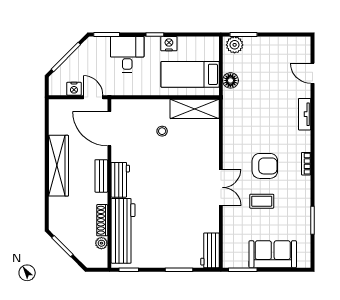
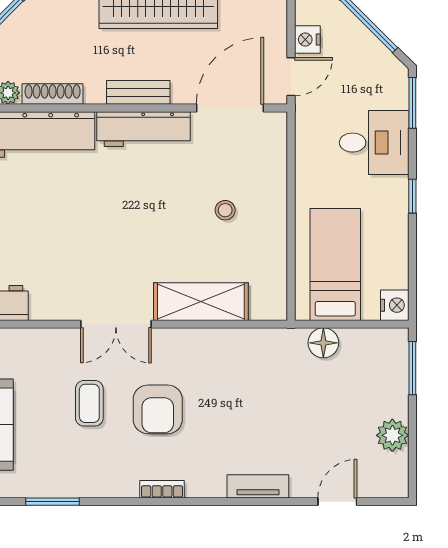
nightstand: (169, 44) -> (395, 305), moved
plant: (235, 45) -> (392, 435), moved
shelving: (195, 109) -> (201, 302), moved, turned 90
workbench: (120, 180) -> (144, 129), width x1.38

